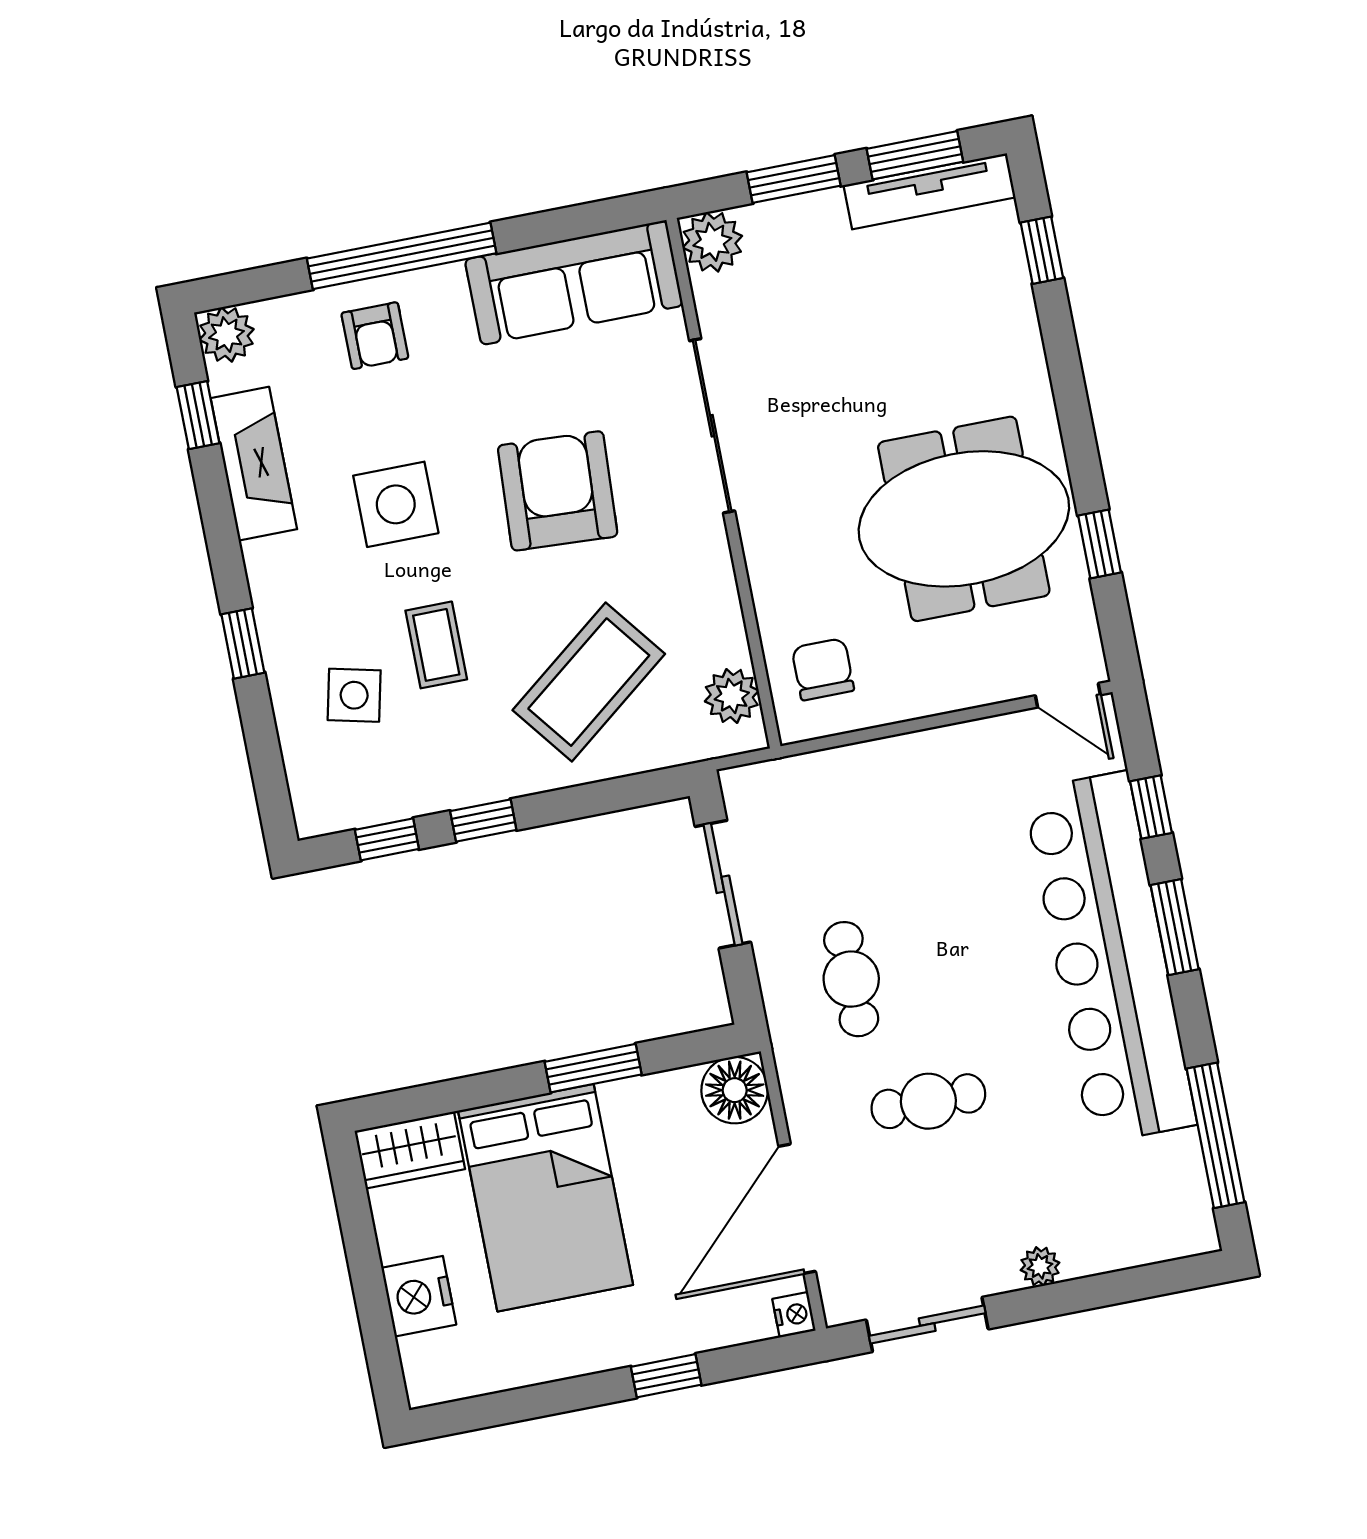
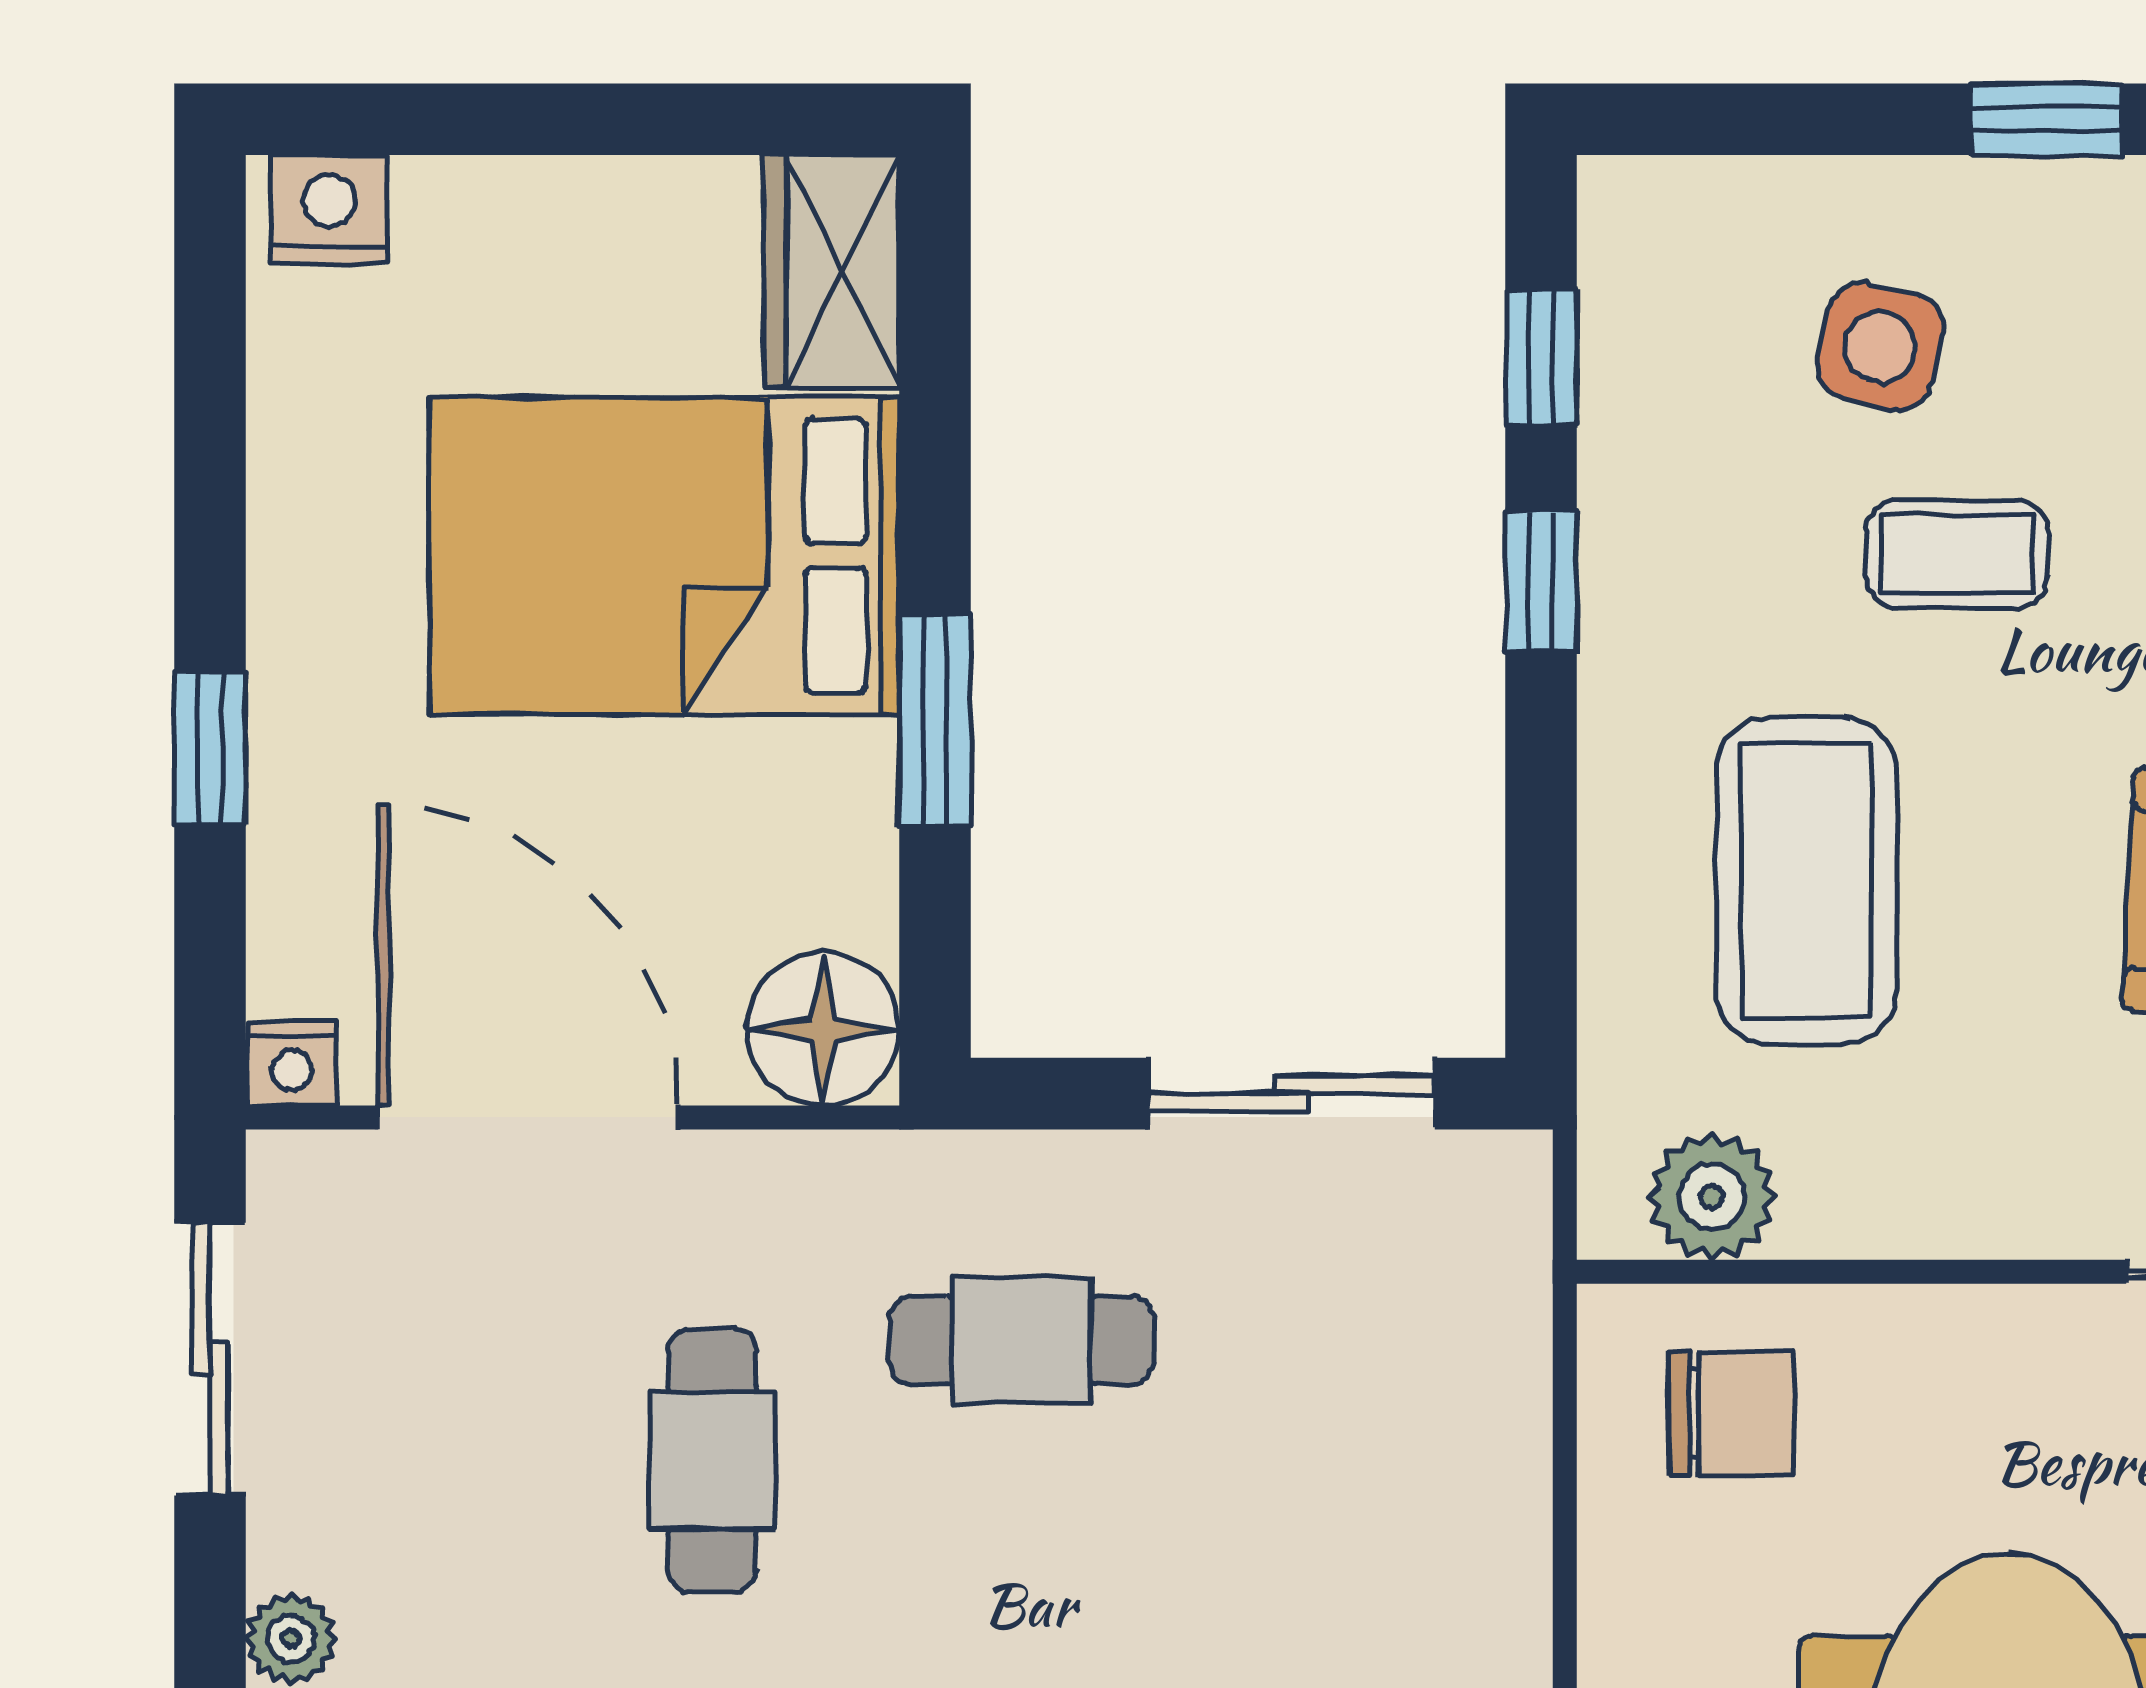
coffee table: (589, 682) -> (1806, 881), turned 38
nightstand: (419, 1296) -> (329, 209), moved, width x0.74, depth x0.75

